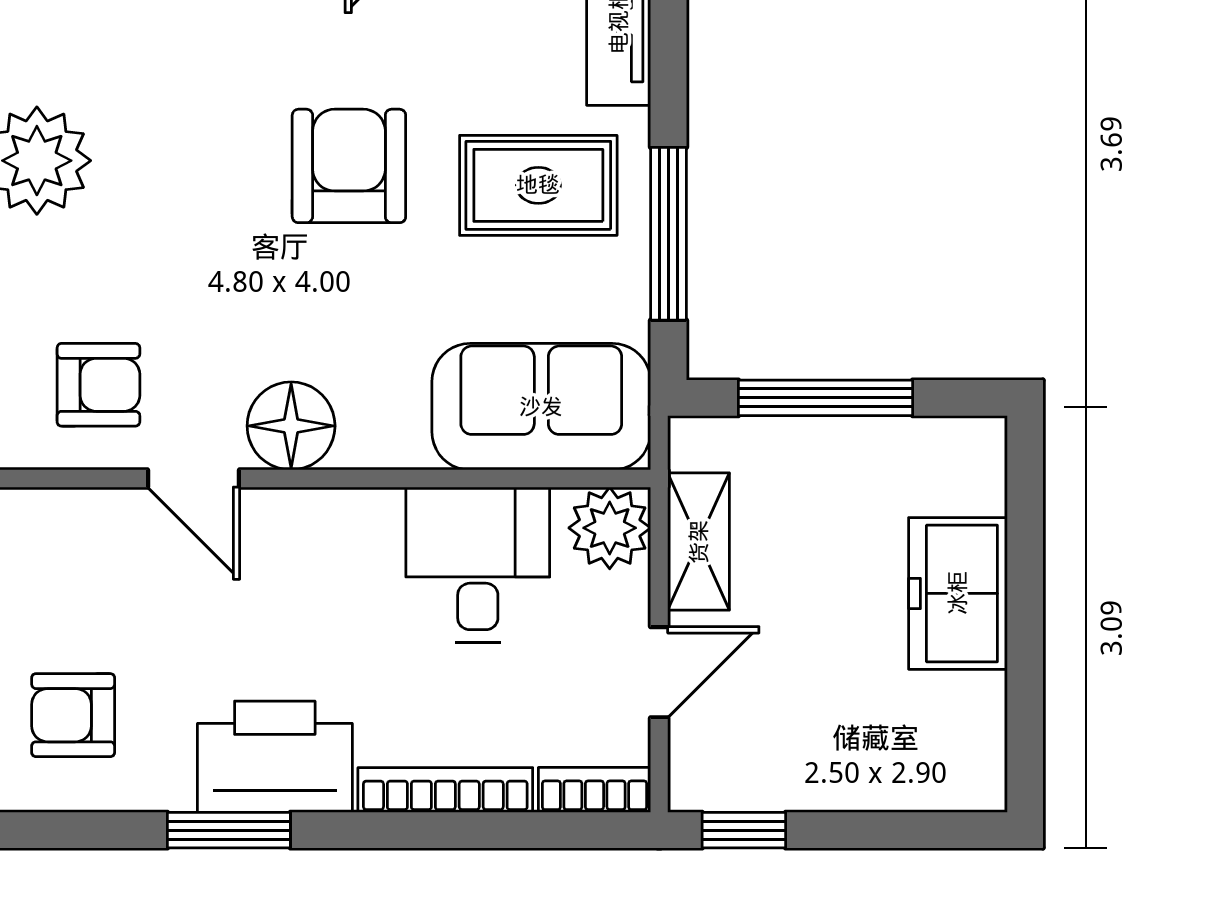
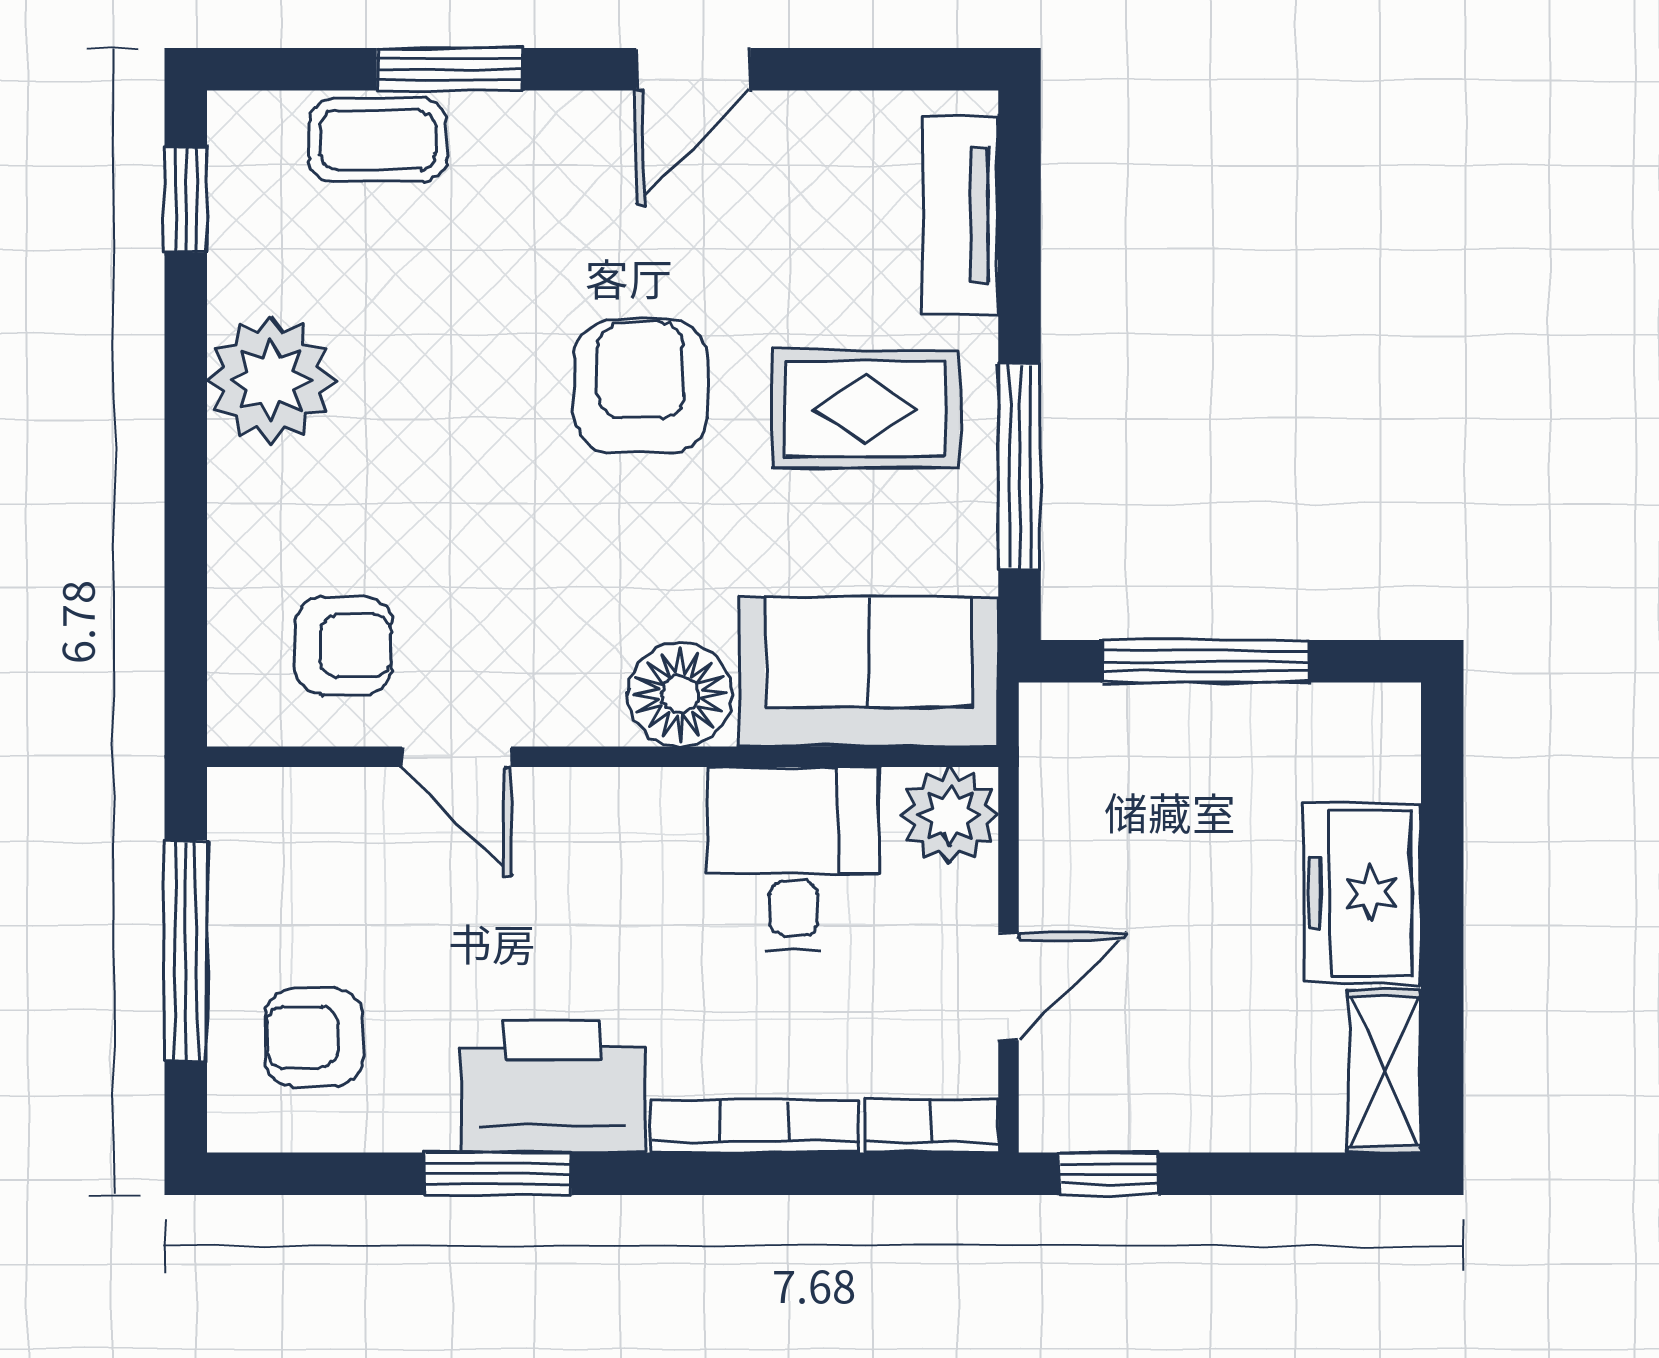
floor lamp: (291, 426) -> (680, 694), moved
shelving: (699, 542) -> (1384, 1071), moved

